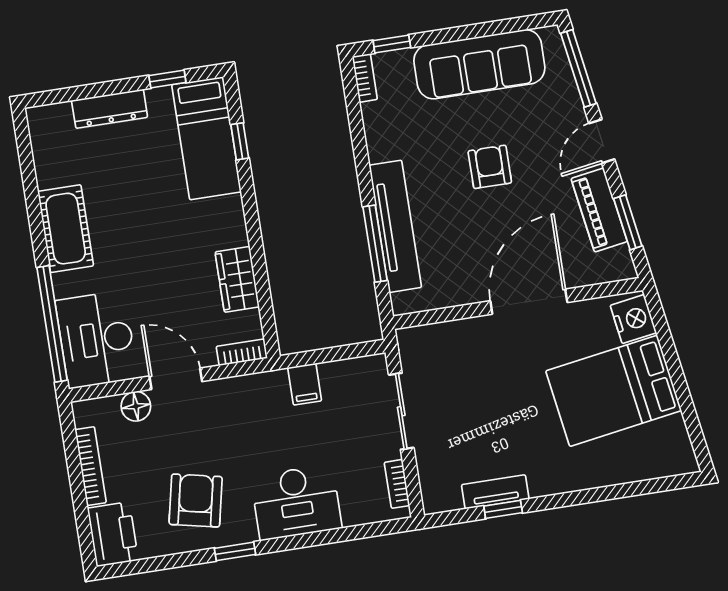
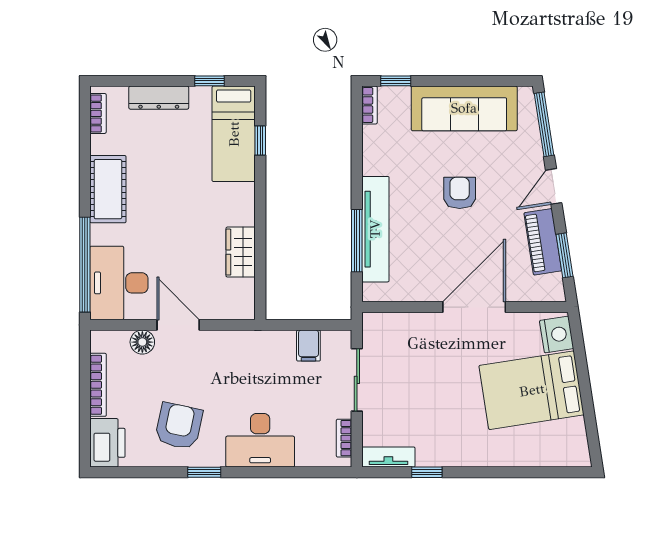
bookcase: (242, 352) -> (98, 113), moved, turned 90
filing cabinet: (305, 384) -> (308, 346), moved
tv unit: (495, 492) -> (388, 457), moved

